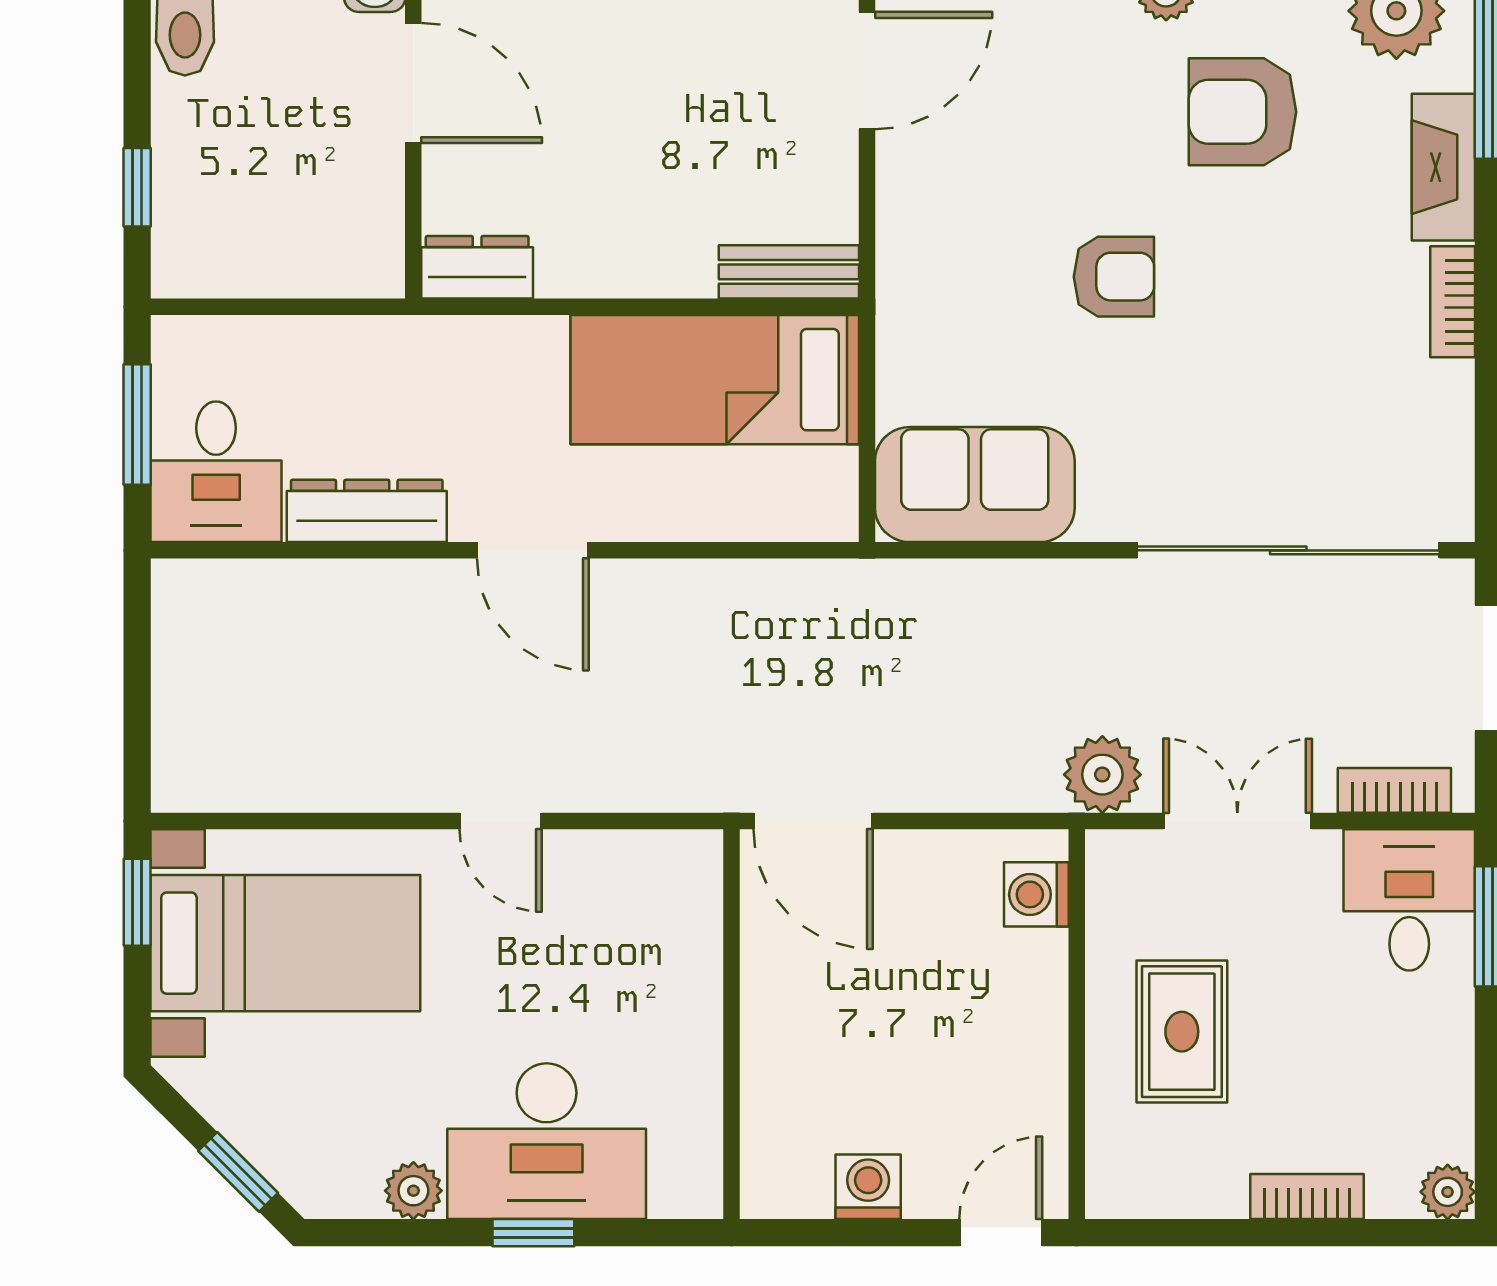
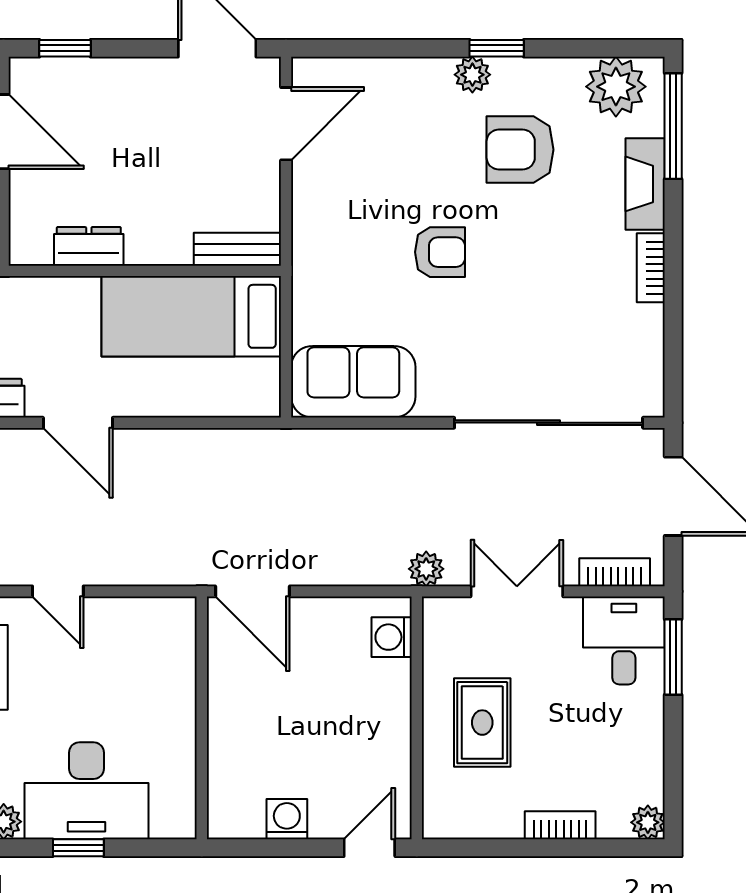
dresser: (477, 267) -> (89, 246), moved
plant: (1102, 775) -> (426, 569), width x0.73, depth x0.73

